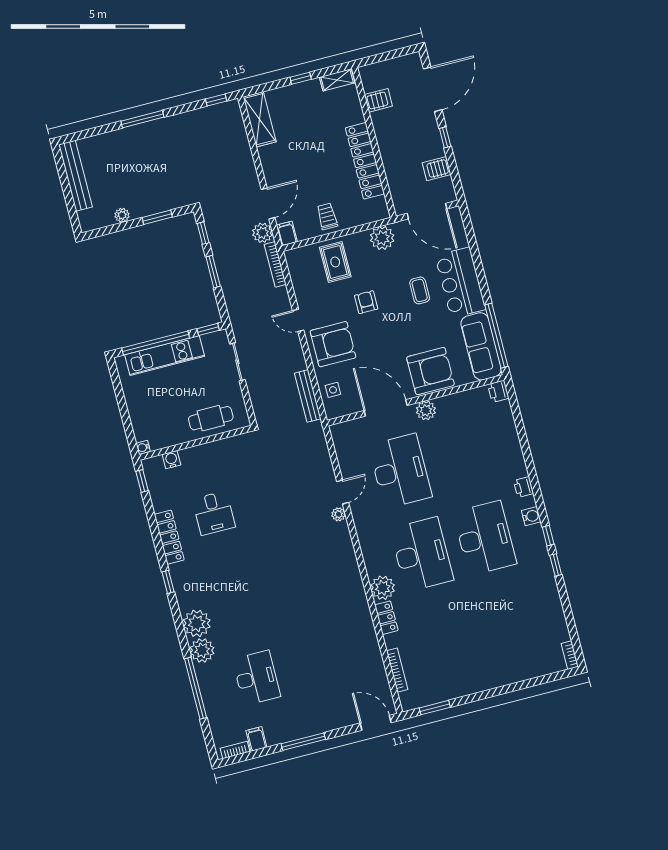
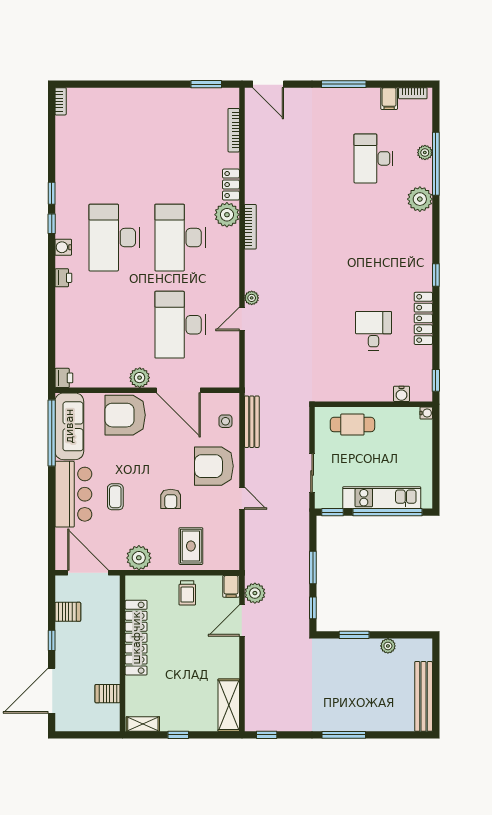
bookcase: (275, 264) -> (250, 227), moved
plant: (197, 623) -> (425, 153), moved, width x0.53, depth x0.53

